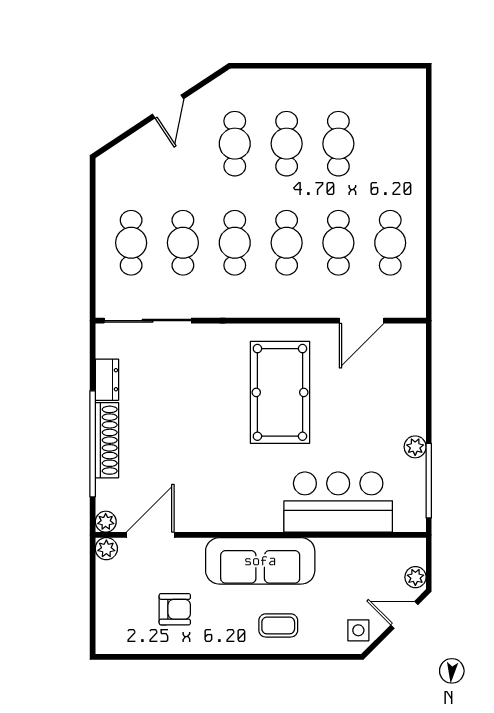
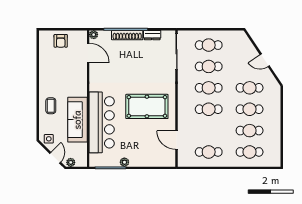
cafe table: (338, 243) -> (250, 152), moved
bar counter: (338, 502) -> (102, 122), width x1.36
plant: (106, 549) -> (82, 35), removed
sofa: (260, 561) -> (77, 120), moved
armchair: (175, 609) -> (61, 41), moved

